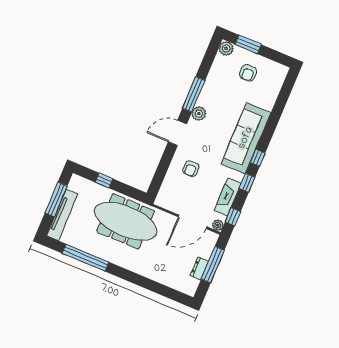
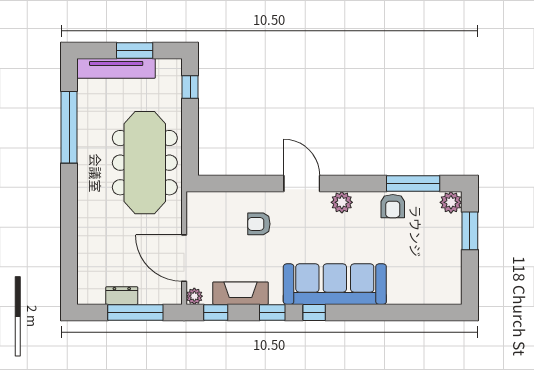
armchair: (248, 73) -> (393, 206), moved, turned -90
window: (194, 94) -> (413, 183), moved
window: (104, 180) -> (190, 87), moved
window: (56, 199) -> (135, 51), width x0.69

